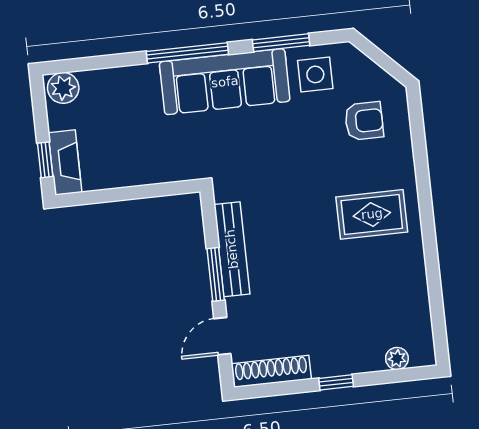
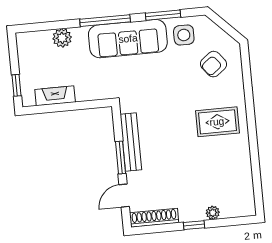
plant: (63, 88) -> (62, 38), moved
armchair: (364, 121) -> (214, 64), turned 142
fireplace: (65, 162) -> (55, 96), moved, turned -90
plant: (397, 358) -> (213, 213), moved

